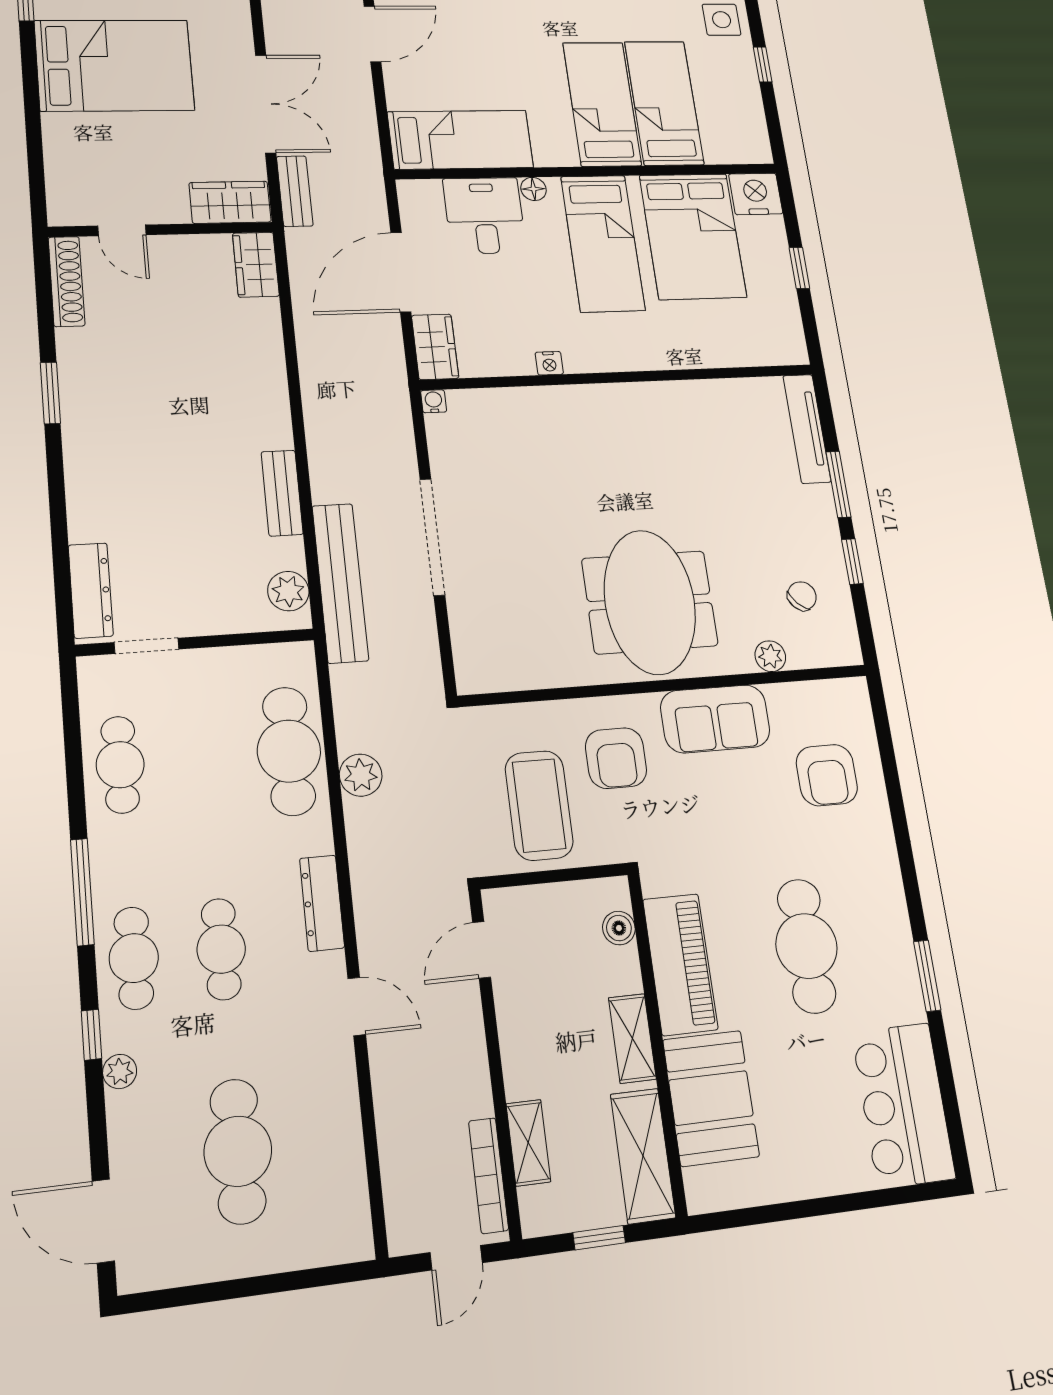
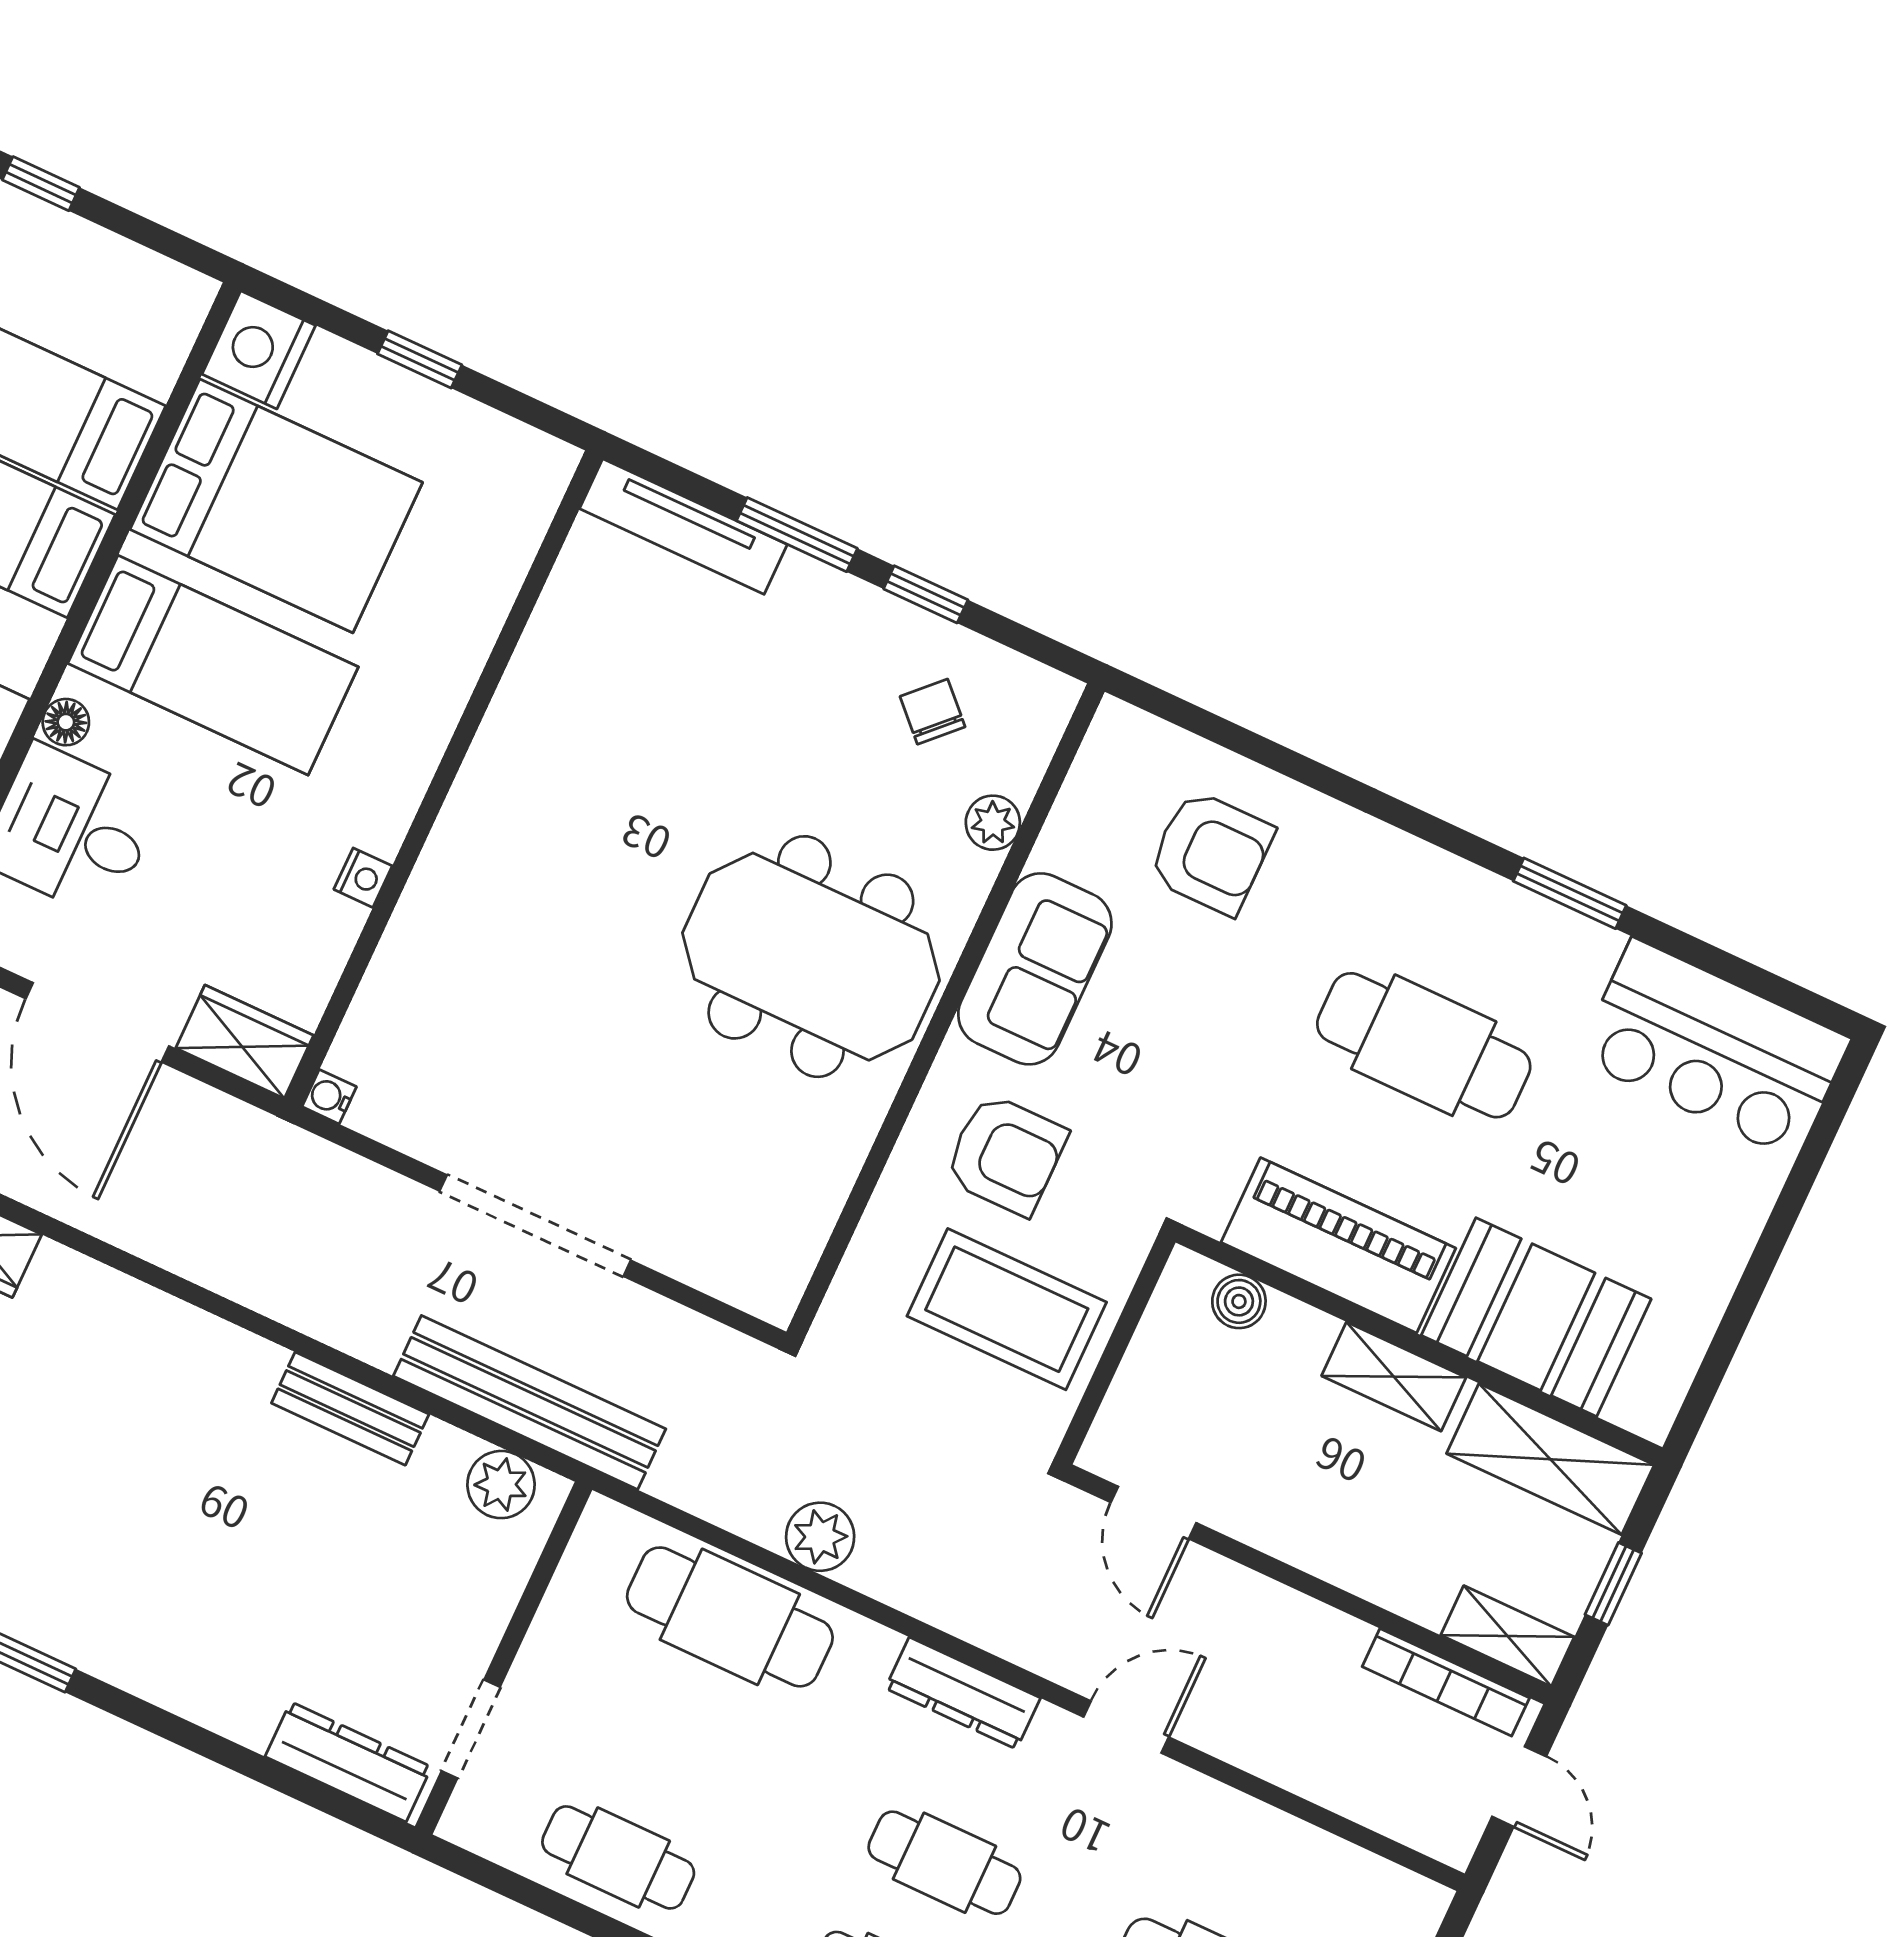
shelving: (528, 1143) -> (1508, 1636), moved

